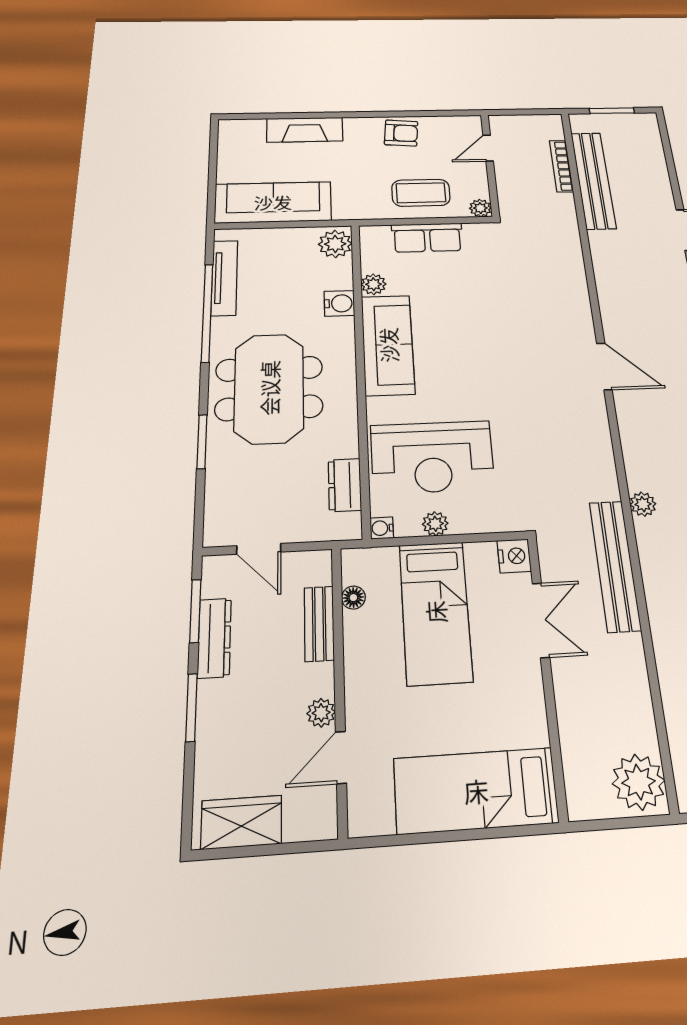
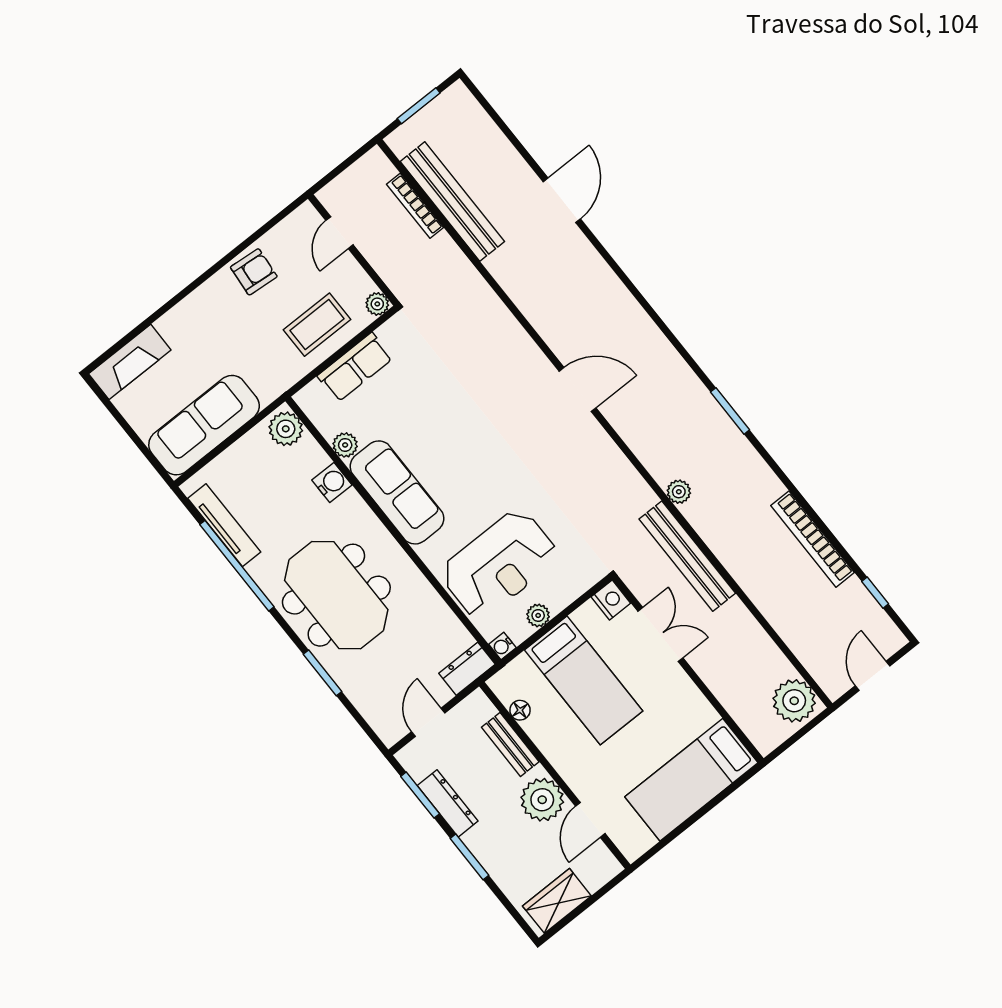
fireplace: (305, 130) -> (130, 362), moved
dresser: (345, 485) -> (467, 669), moved, turned 90
door: (259, 549) -> (428, 722), swing flipped
plant: (321, 713) -> (542, 800), width x1.88, depth x1.88

